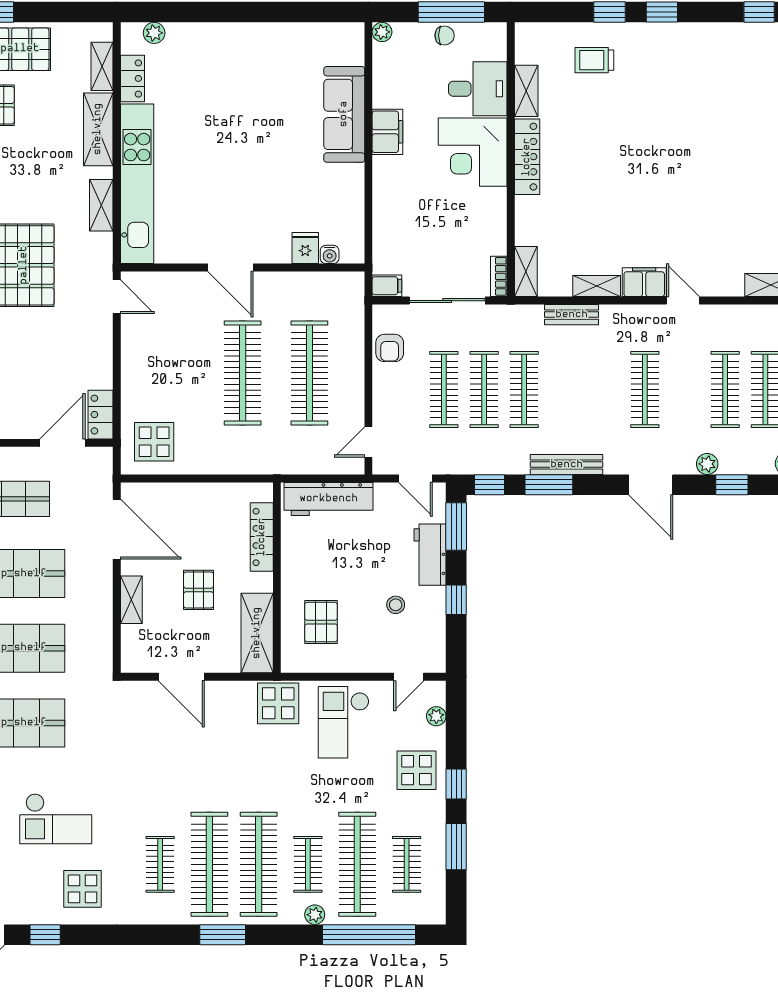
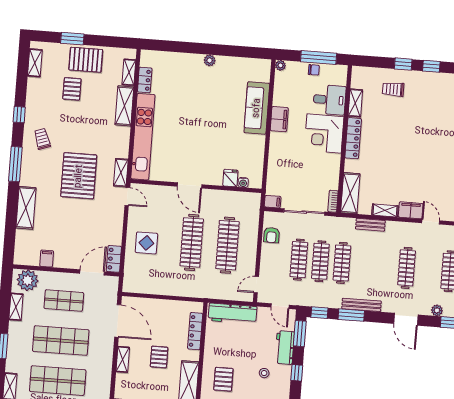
plant: (154, 33) -> (210, 60), moved
shelving: (101, 205) -> (121, 173), moved
shelving: (526, 272) -> (350, 193), width x1.50, depth x1.33
display table: (154, 442) -> (146, 243), moved

